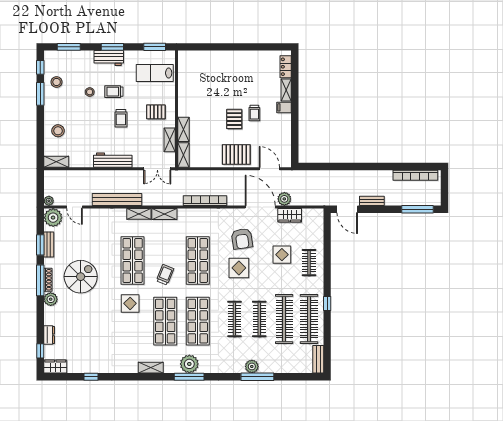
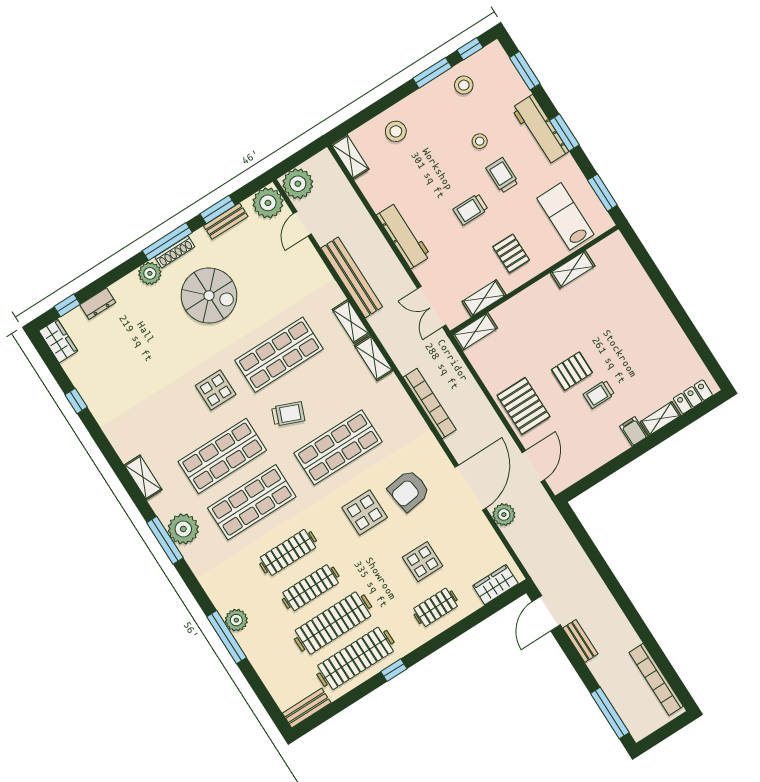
workbench: (109, 58) -> (540, 130), width x1.37
shelving: (184, 129) -> (573, 269), moved
plant: (49, 201) -> (298, 184), width x1.88, depth x1.88
wardrobe: (290, 215) -> (495, 585), moved, turned 90

